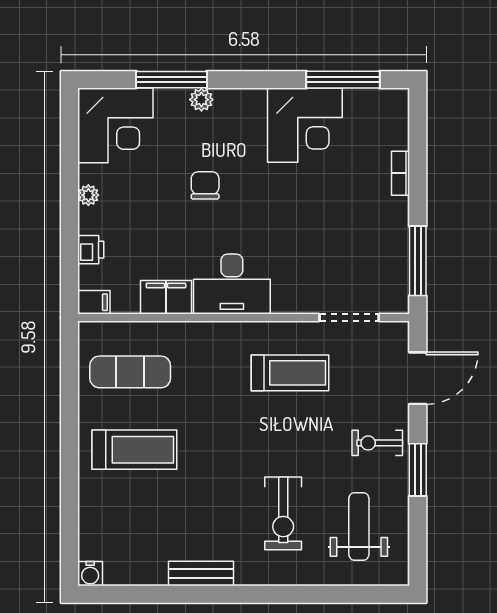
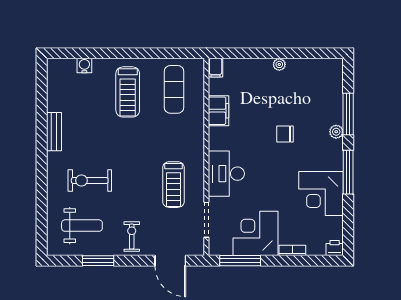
window: (343, 80) -> (348, 172), moved
corner desk: (115, 125) -> (255, 233), moved, turned 90
chair: (205, 185) -> (285, 134), turned 180
printer: (91, 250) -> (335, 248), moved, turned 180
desk: (232, 284) -> (226, 174), moved
window: (418, 470) -> (98, 261), moved
water cooler: (90, 574) -> (84, 66), moved, turned 90

